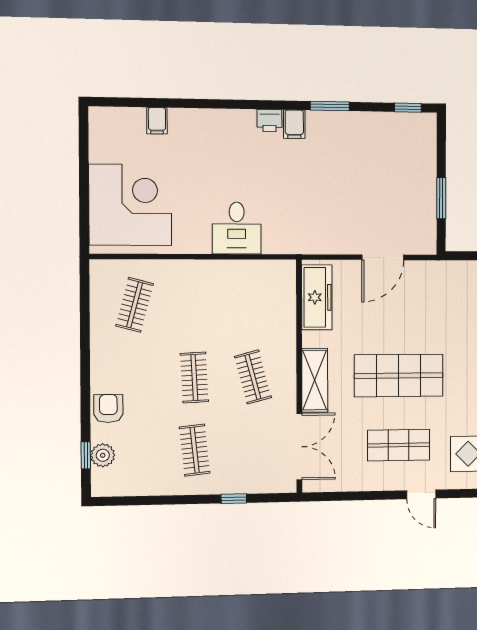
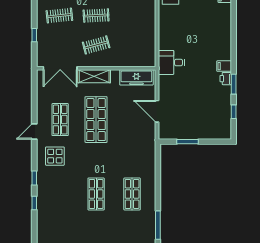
window: (408, 108) -> (234, 112), moved
printer: (269, 121) -> (226, 79), moved
desk: (237, 228) -> (171, 62), moved

